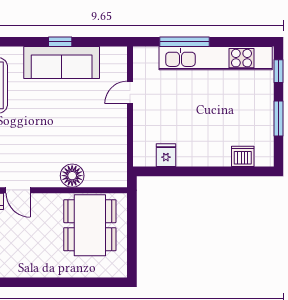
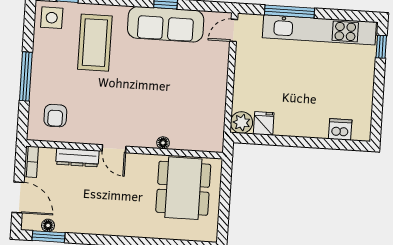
door: (130, 92) -> (234, 30), moved
window: (278, 119) -> (378, 94), removed
plant: (144, 156) -> (242, 122), added
floor lamp: (72, 176) -> (163, 143), width x0.53, depth x0.53

